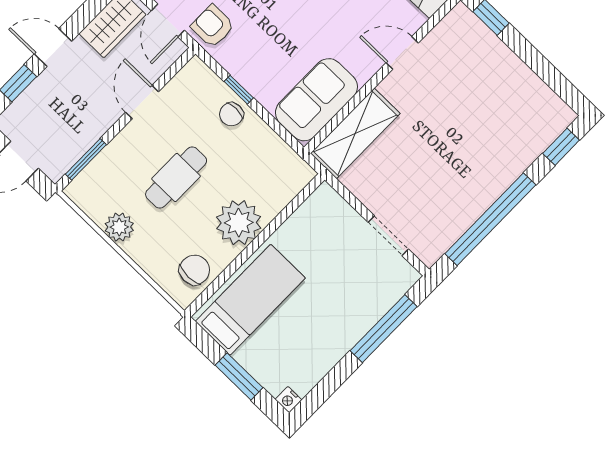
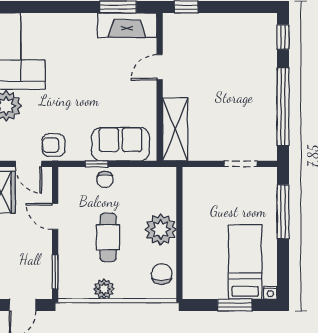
sofa: (316, 100) -> (120, 144), moved, turned 90
bed: (250, 300) -> (245, 262), moved

